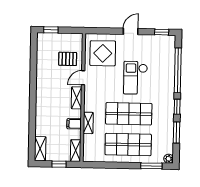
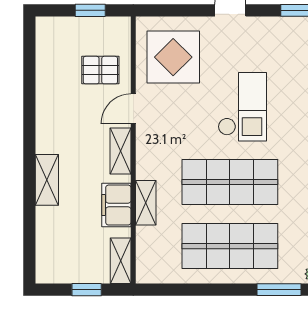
window: (51, 30) -> (90, 10), moved
checkout: (135, 78) -> (242, 107), turned 180
filing cabinet: (74, 124) -> (116, 205), width x2.00
shelving: (40, 149) -> (47, 180), moved

